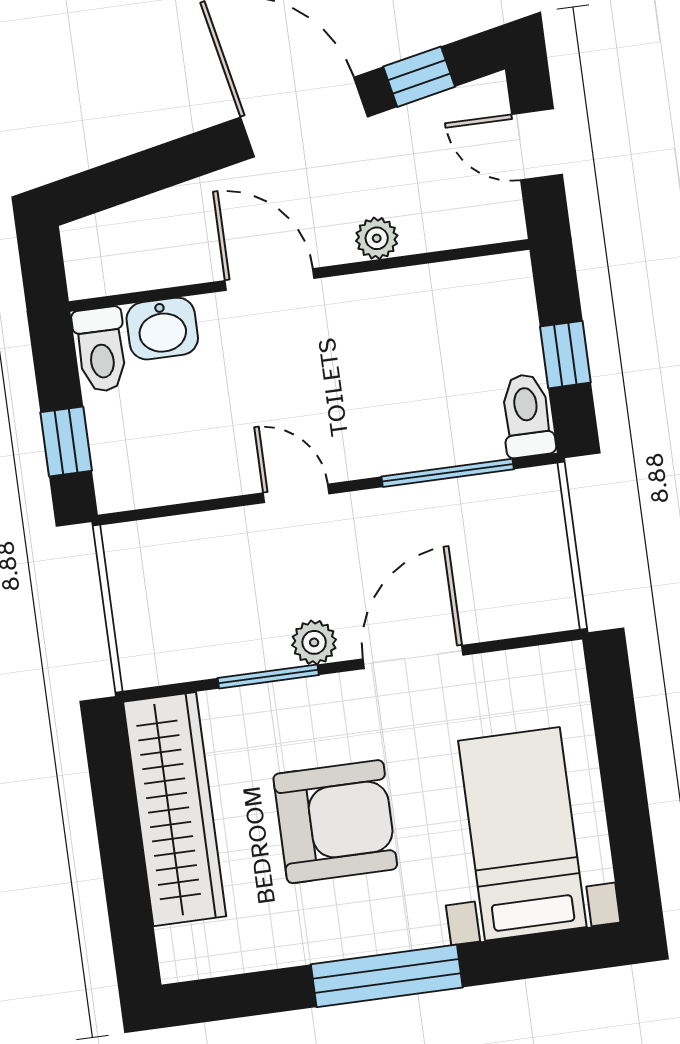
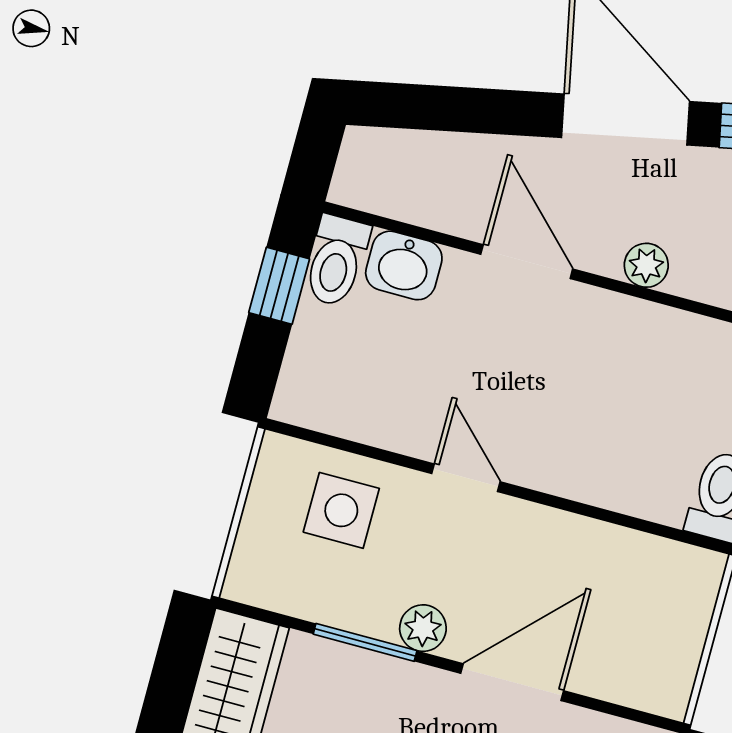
window: (66, 442) -> (279, 286), moved
window: (448, 473) -> (620, 519), removed
side table: (198, 569) -> (341, 510), added

